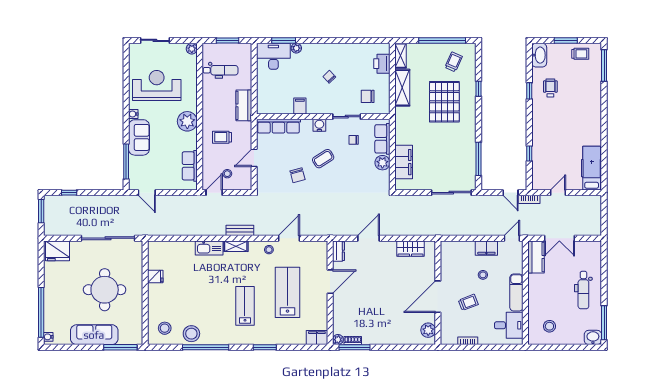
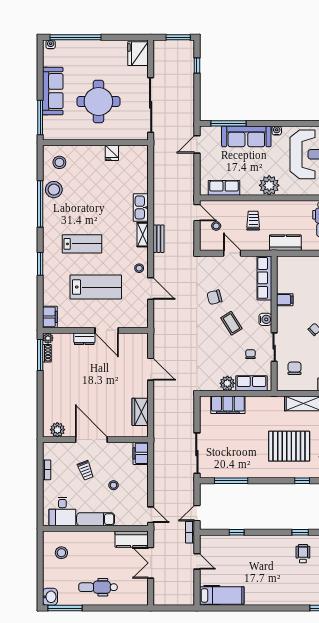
wheelchair: (550, 88) -> (303, 554), turned -90
sofa: (139, 137) -> (246, 136), width x1.36
filing cabinet: (486, 248) -> (141, 453), moved
dresser: (339, 251) -> (84, 339), moved

